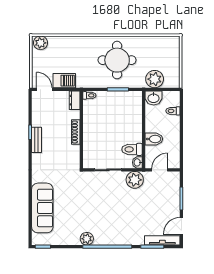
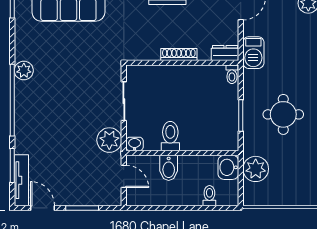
round table: (117, 60) -> (283, 114), width x0.73, depth x0.73
barbecue: (64, 81) -> (253, 53), moved
toilet: (132, 149) -> (170, 136), moved

